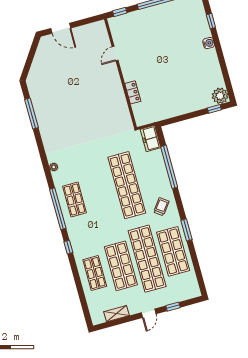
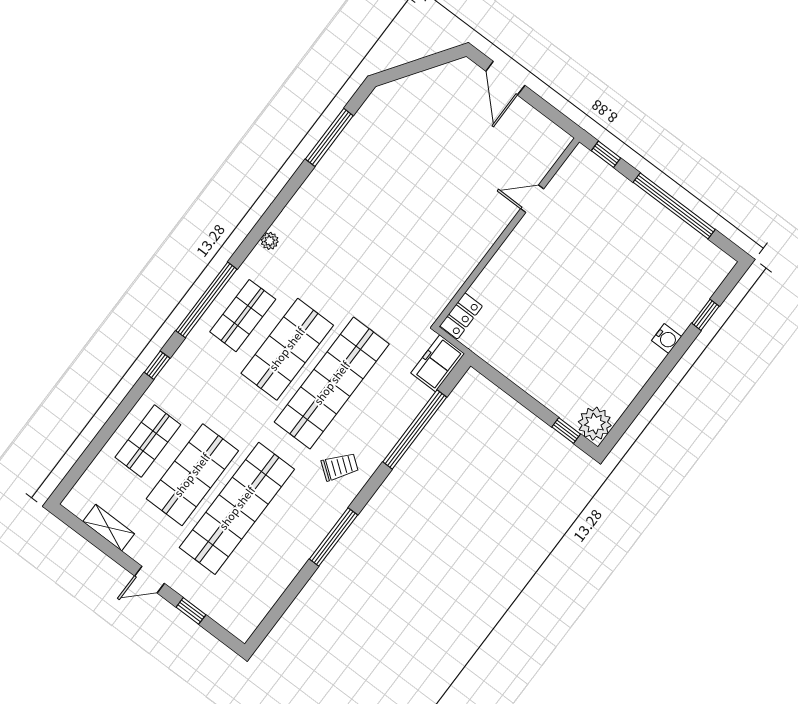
locker: (133, 92) -> (461, 316), moved
window: (187, 230) -> (333, 537), width x1.44
shop shelf: (173, 251) -> (287, 349), moved

